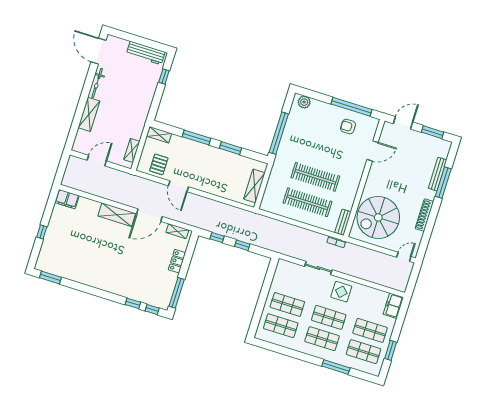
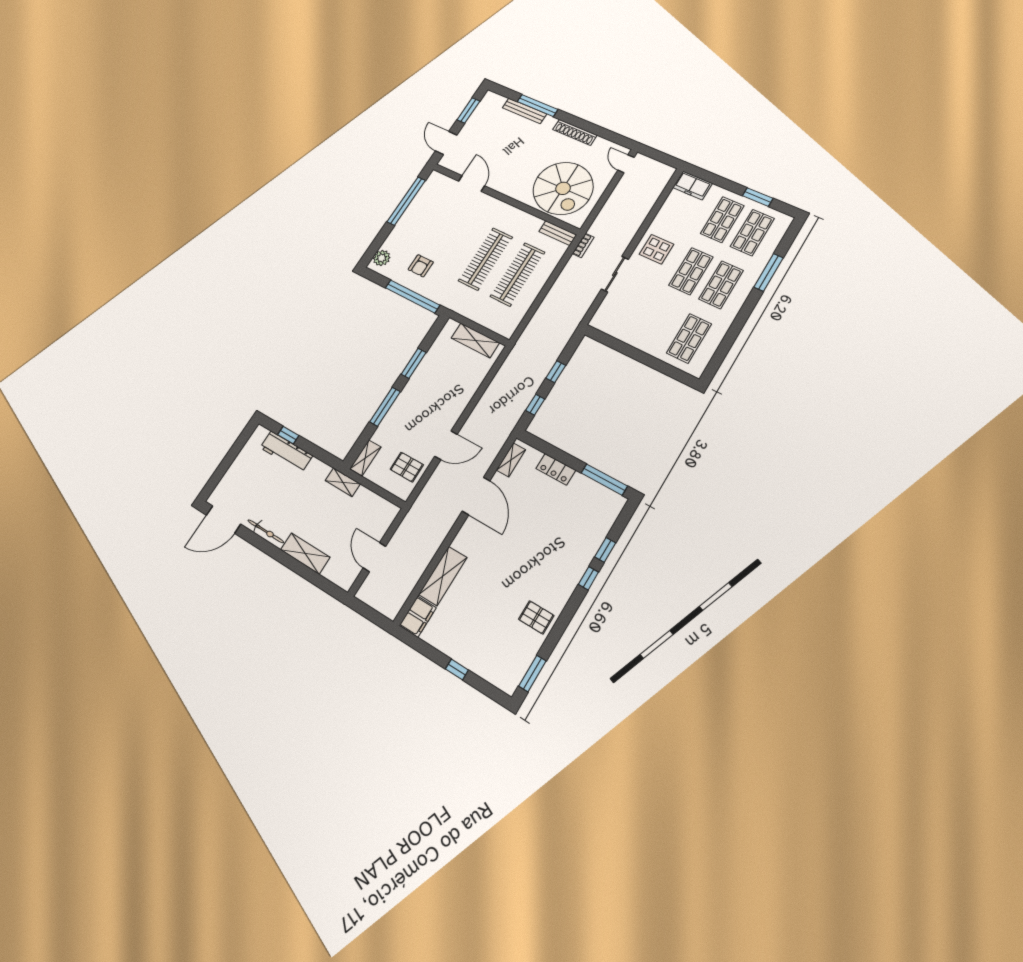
workbench: (146, 53) -> (286, 452), moved, turned 90
armchair: (348, 127) -> (421, 266), moved
shelving: (132, 150) -> (343, 482), moved
shelving: (117, 215) -> (443, 576), moved
pallet: (83, 272) -> (536, 617), added
shop shelf: (287, 304) -> (659, 324), removed
window: (152, 309) -> (588, 578), moved

